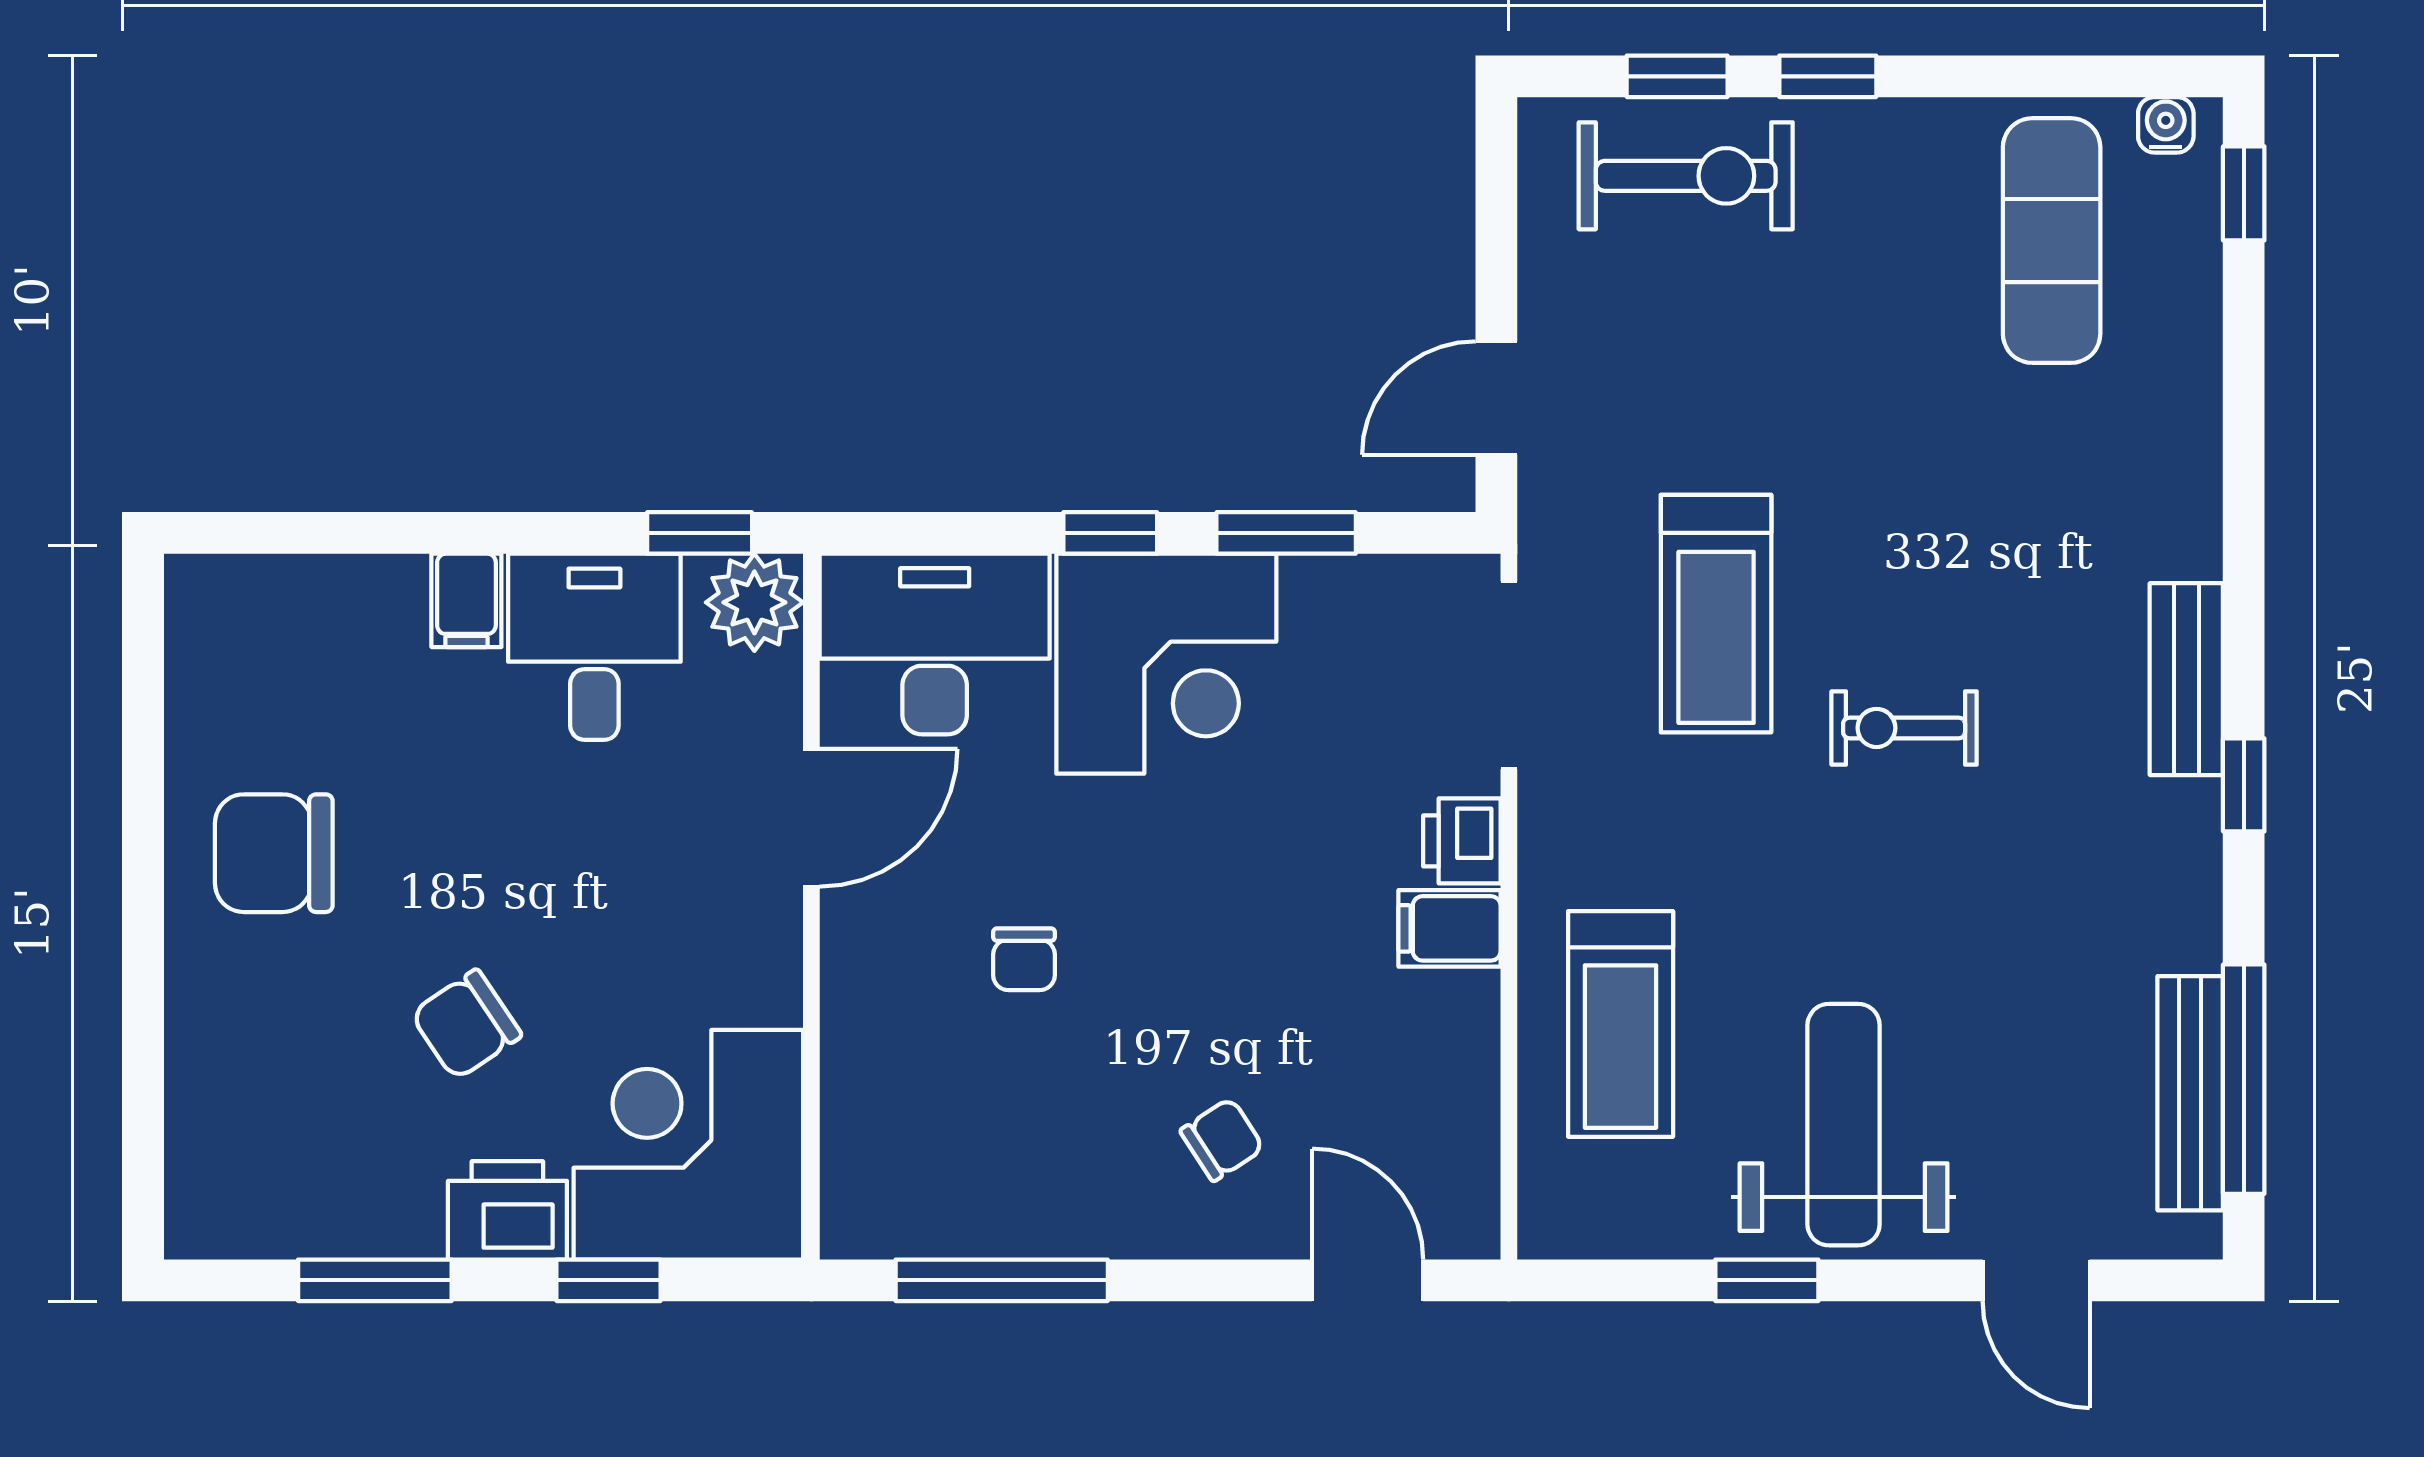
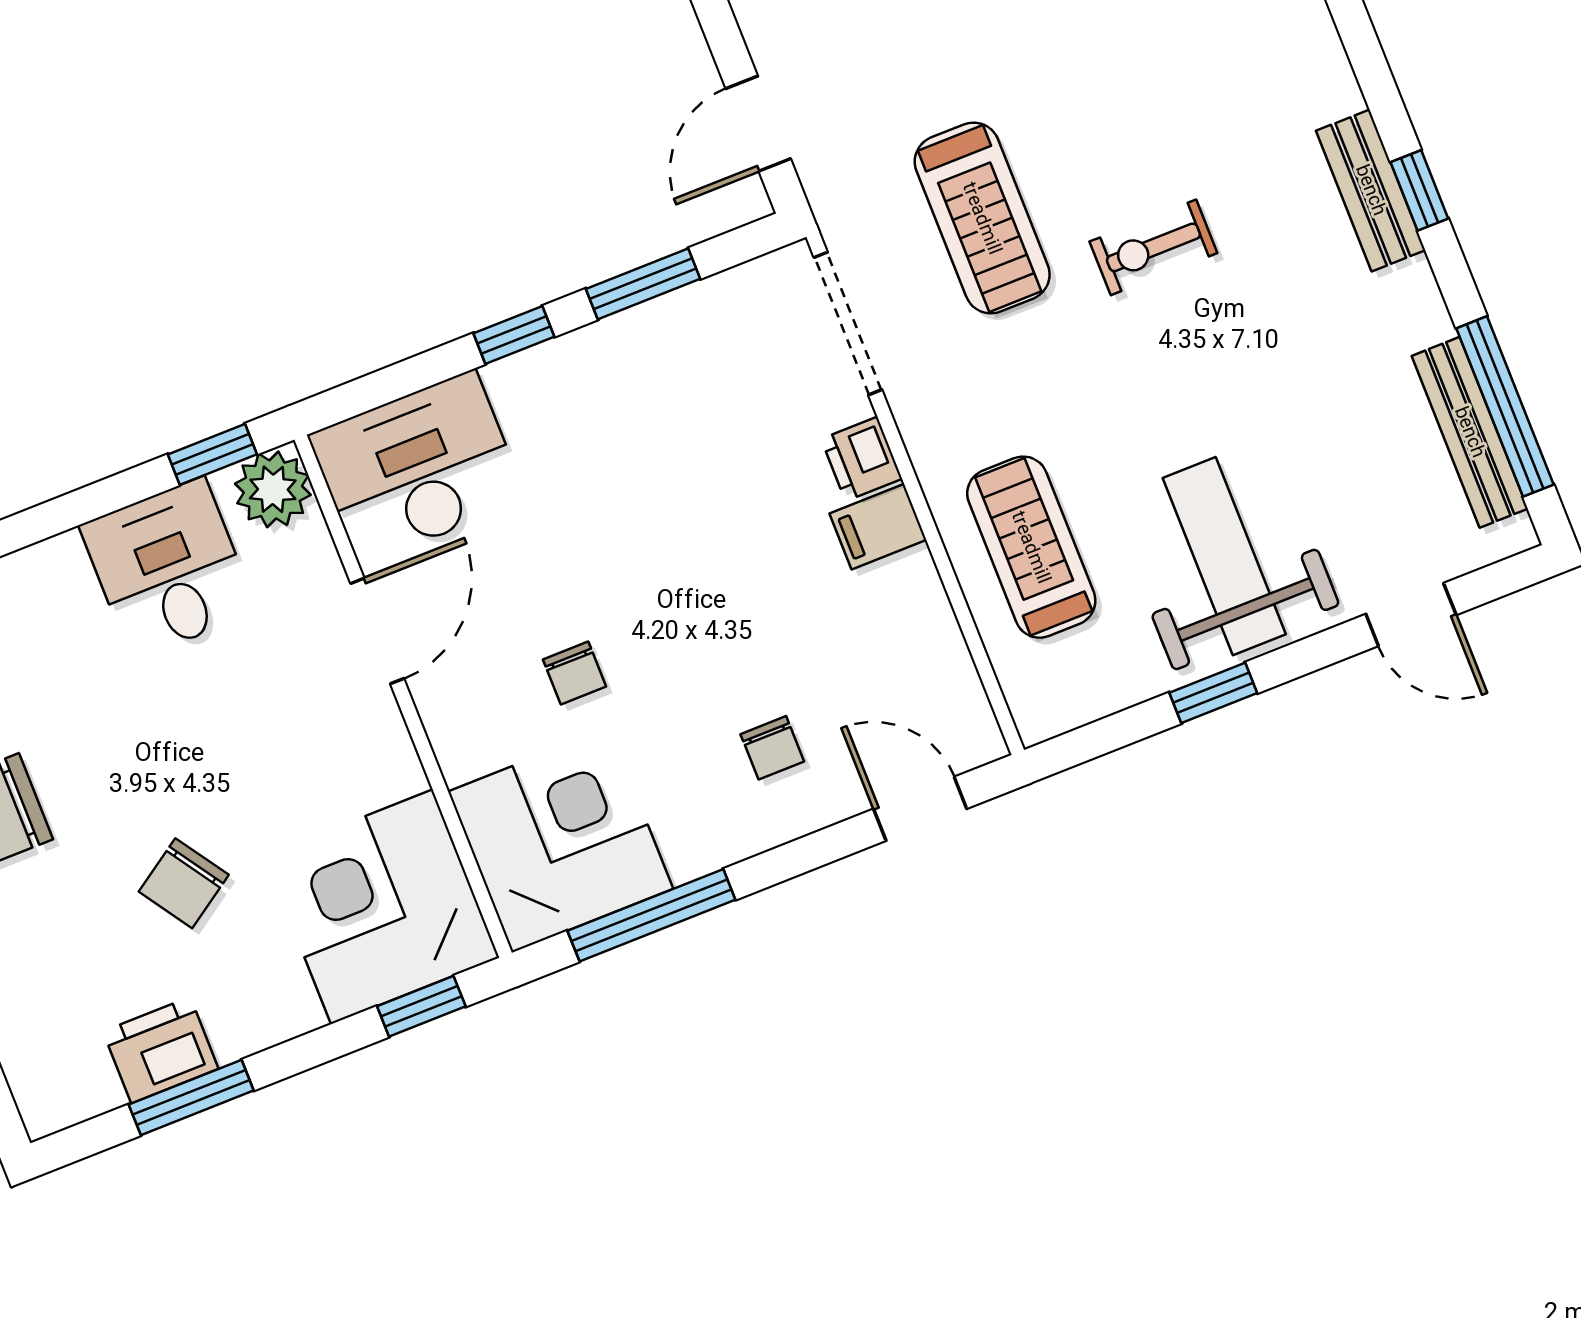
filing cabinet: (466, 600) -> (61, 572), removed
corner desk: (1166, 664) -> (561, 840), moved, turned -90
bench: (2186, 679) -> (1371, 190), moved
treadmill: (1621, 1024) -> (1031, 547), turned 180
chair: (1222, 1140) -> (772, 748), turned 123
printer: (507, 1210) -> (161, 1050), moved
window: (609, 1280) -> (421, 1006), moved

